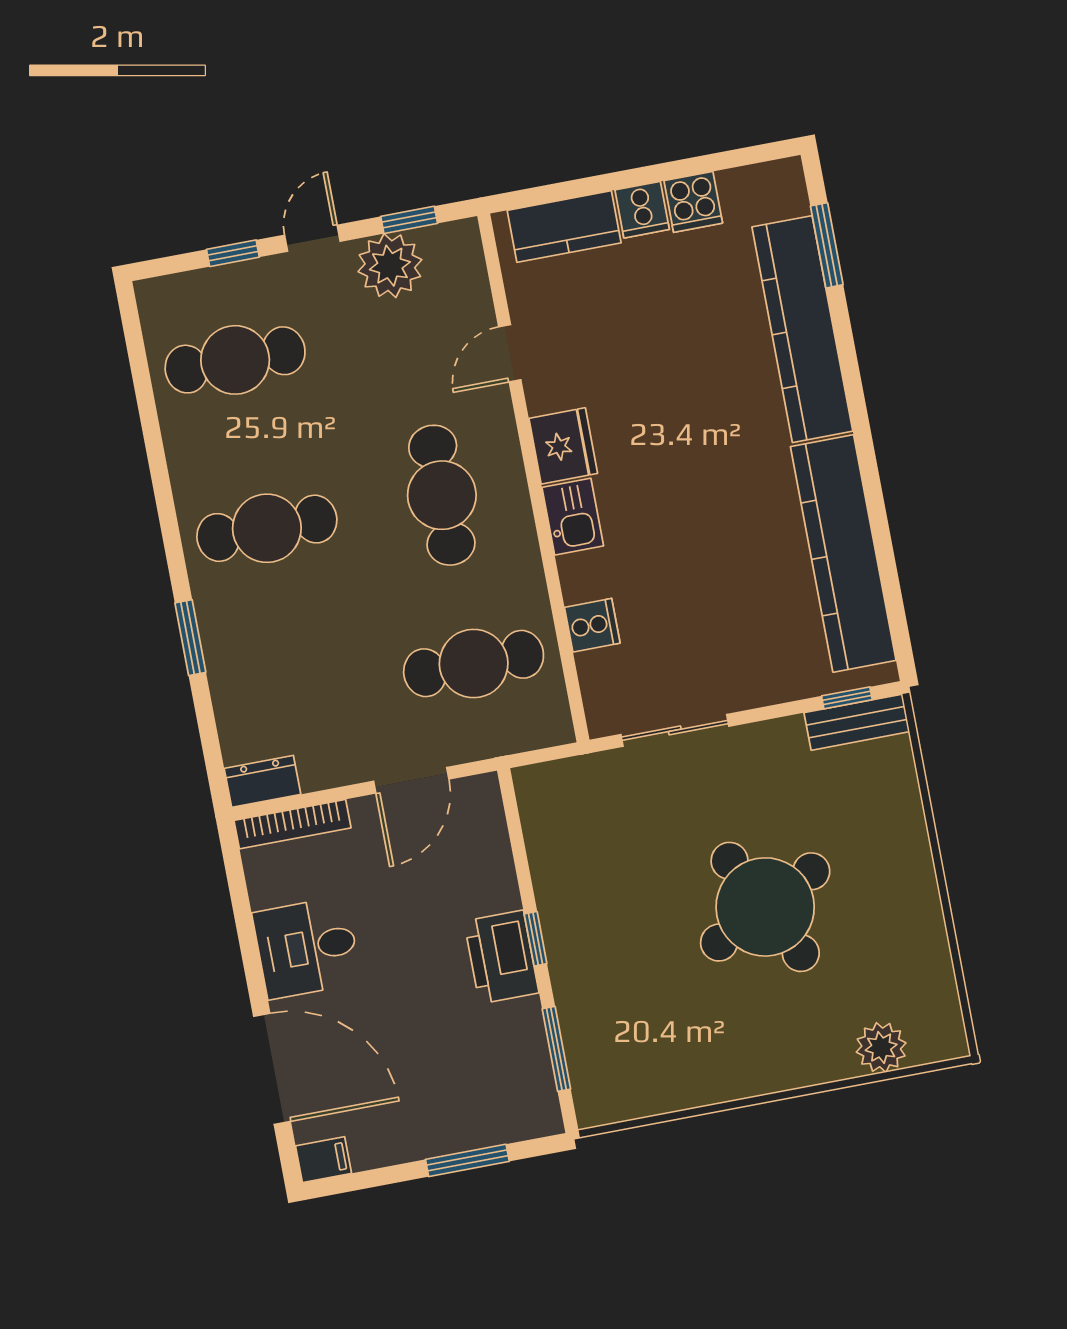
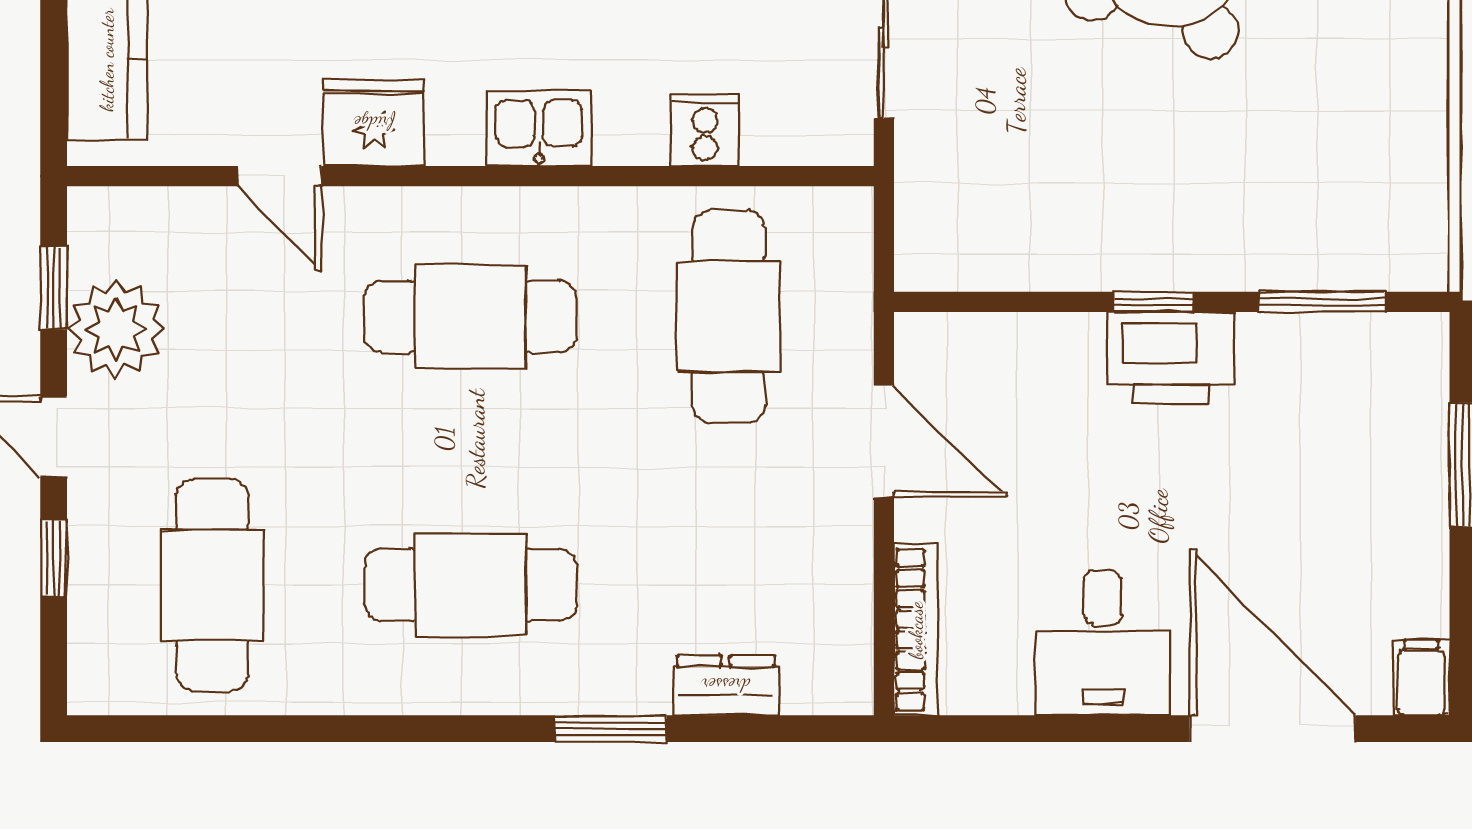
fridge: (563, 446) -> (374, 123), moved
cafe table: (267, 528) -> (470, 585), turned 90
dresser: (262, 781) -> (726, 685), moved, turned 90
door: (272, 1069) -> (1272, 729), hinge flipped

